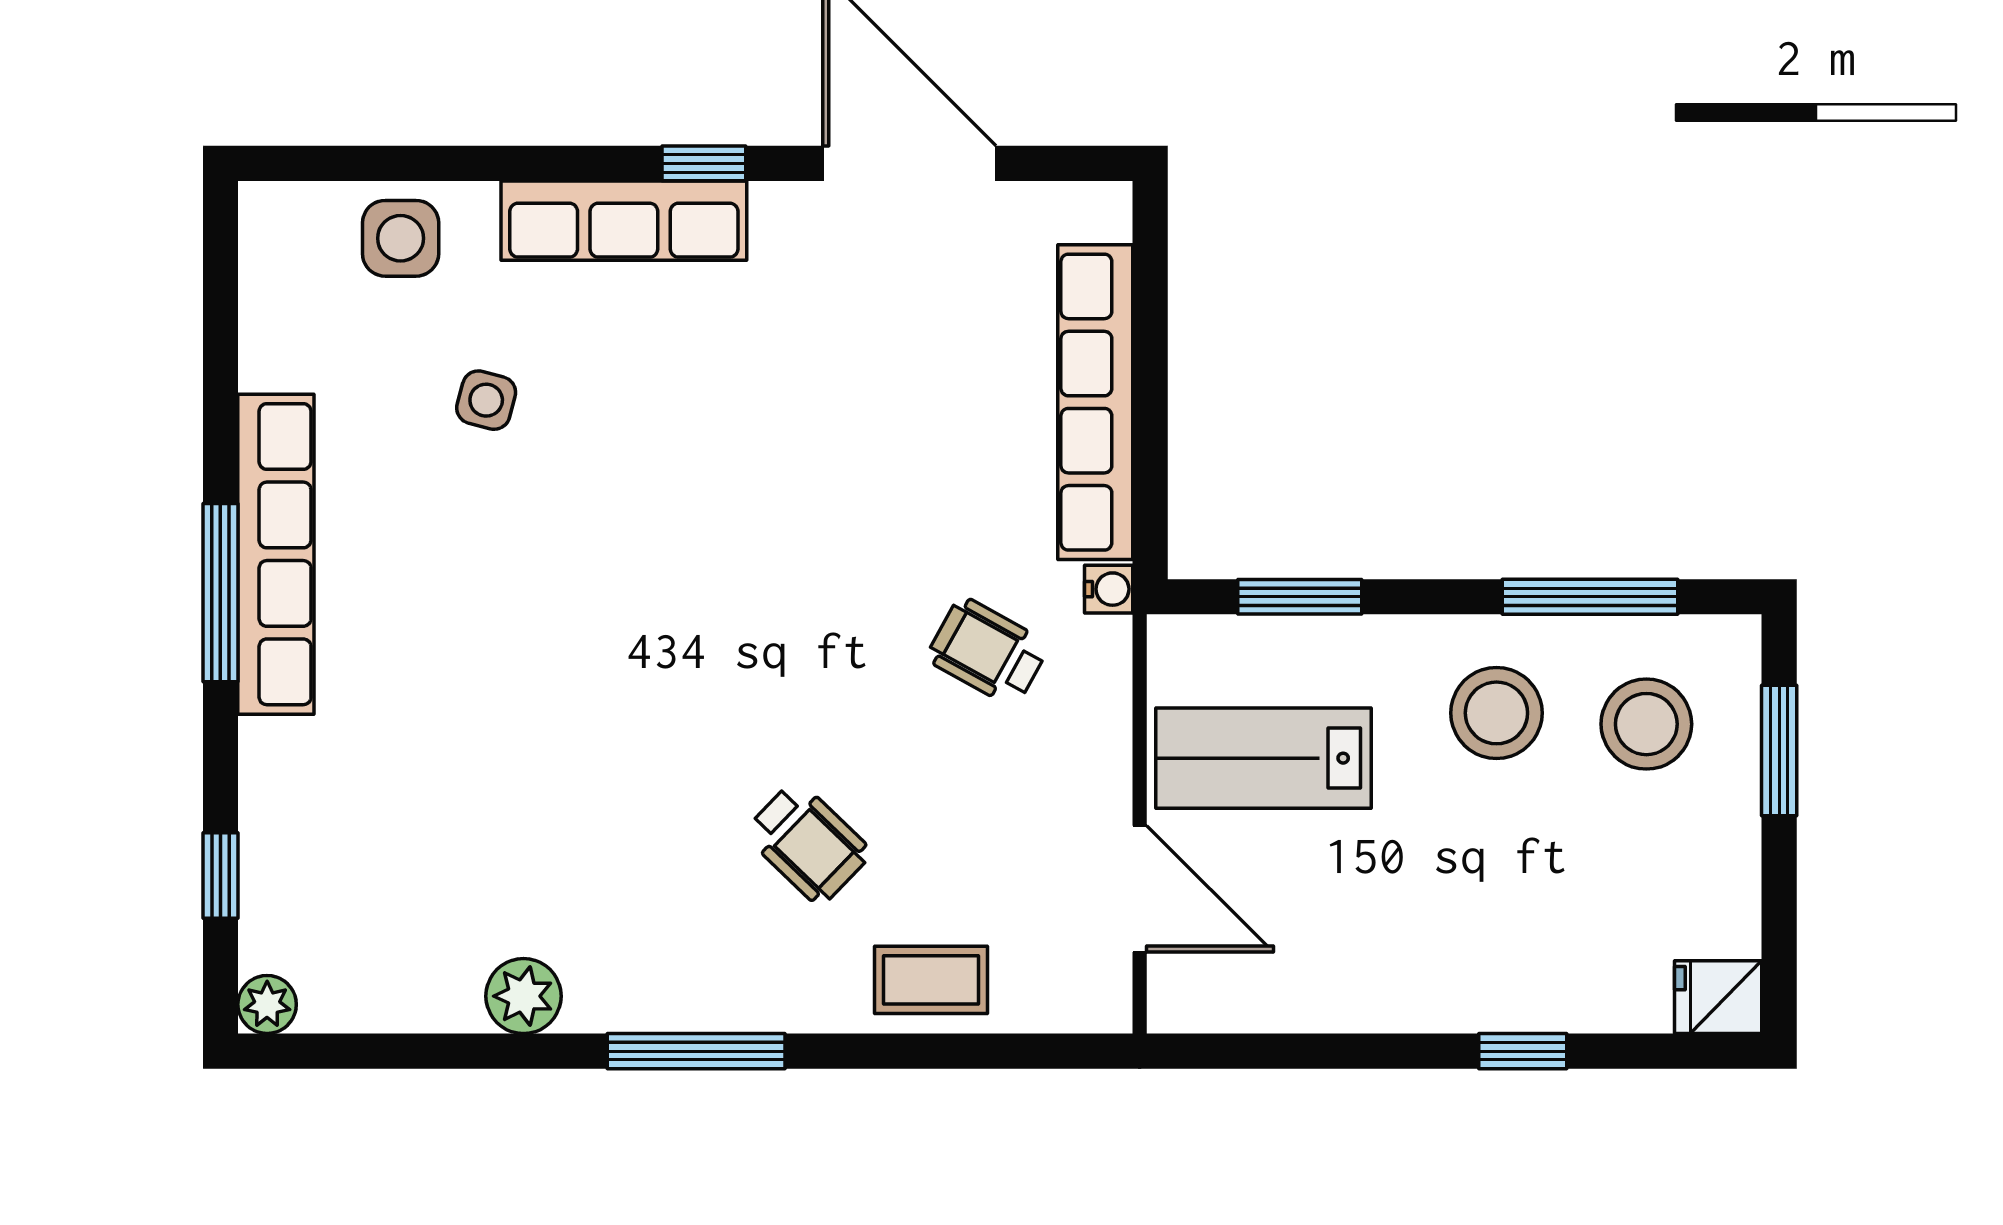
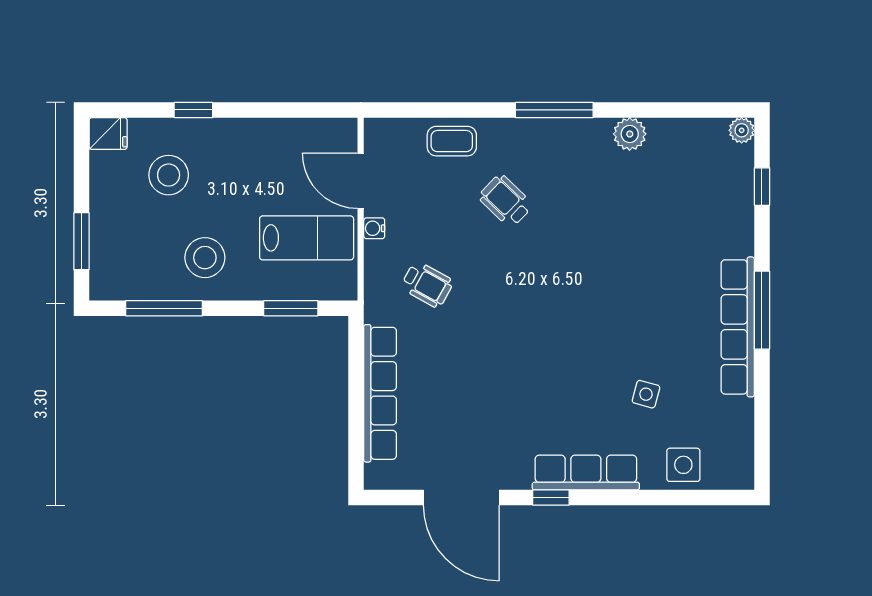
water cooler: (1109, 589) -> (374, 228), moved
stool: (1646, 724) -> (169, 175), moved

